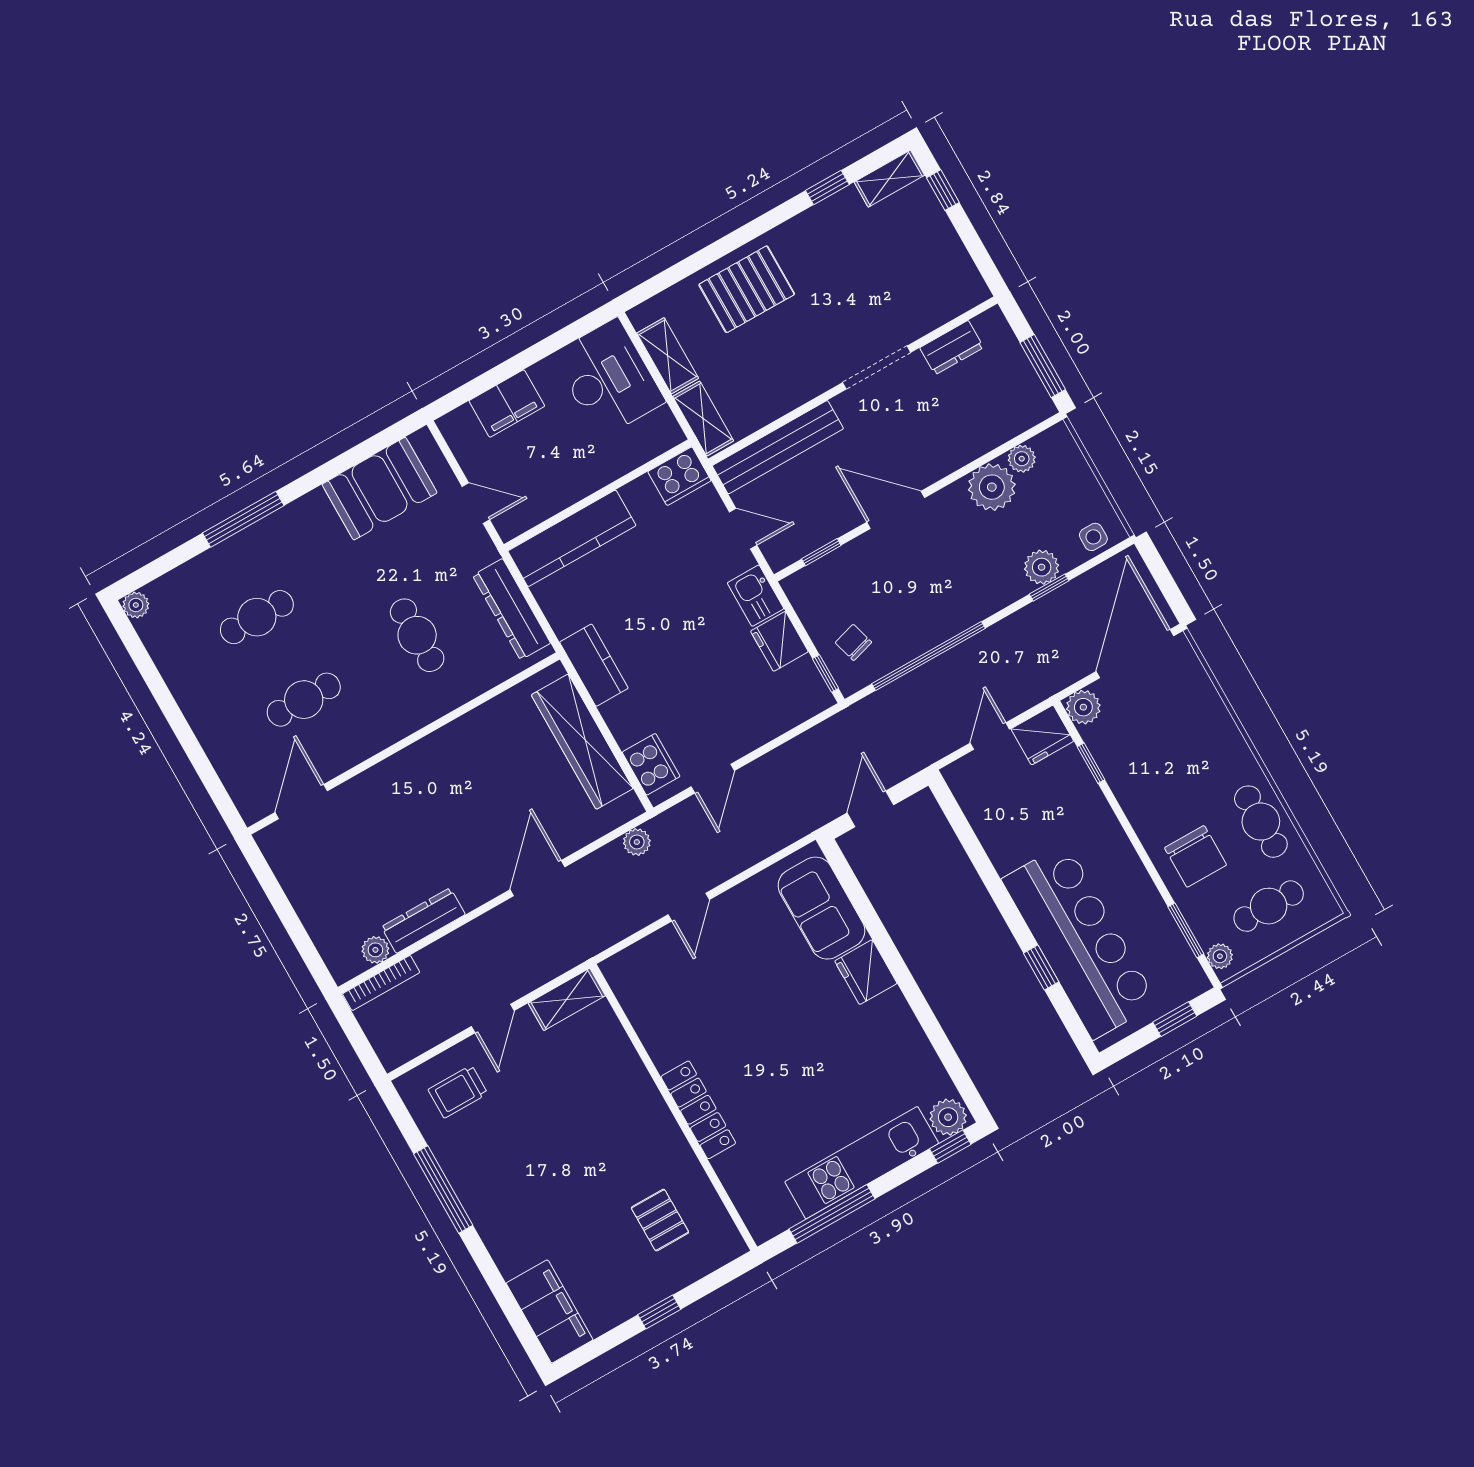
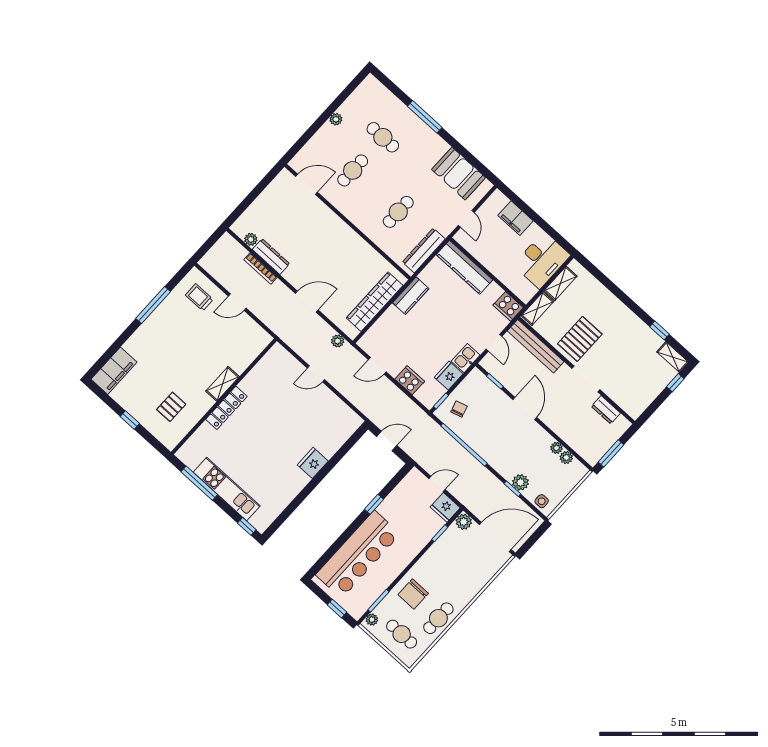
pallet: (747, 289) -> (580, 339), moved, turned 90
plant: (992, 487) -> (556, 448), width x0.53, depth x0.53
plant: (136, 605) -> (336, 119), moved
cafe table: (304, 700) -> (353, 170), turned 90
cooker: (651, 764) -> (410, 380), moved, turned -90
sofa: (821, 908) -> (335, 434), removed
window: (1041, 968) -> (374, 504), moved
bookcase: (381, 983) -> (260, 268), moved
shelving: (567, 999) -> (223, 384), moved, turned 90
plant: (948, 1117) -> (260, 521), removed

